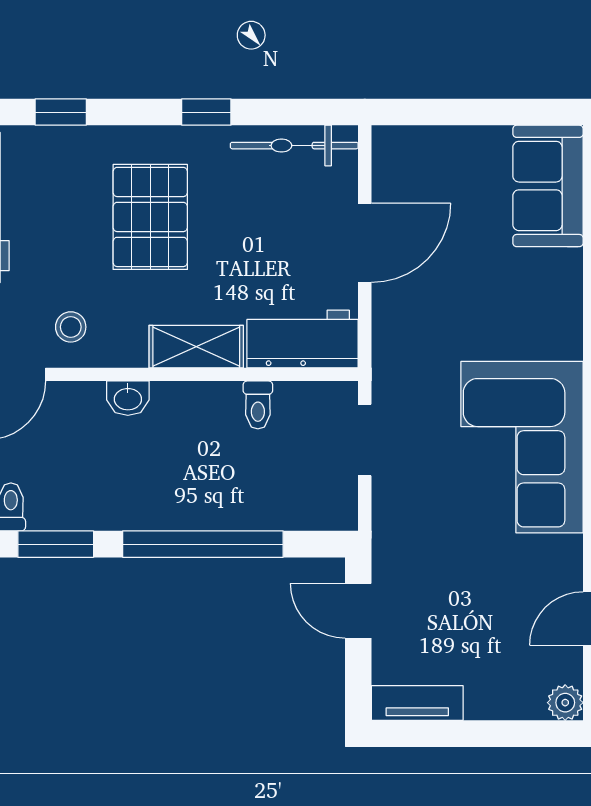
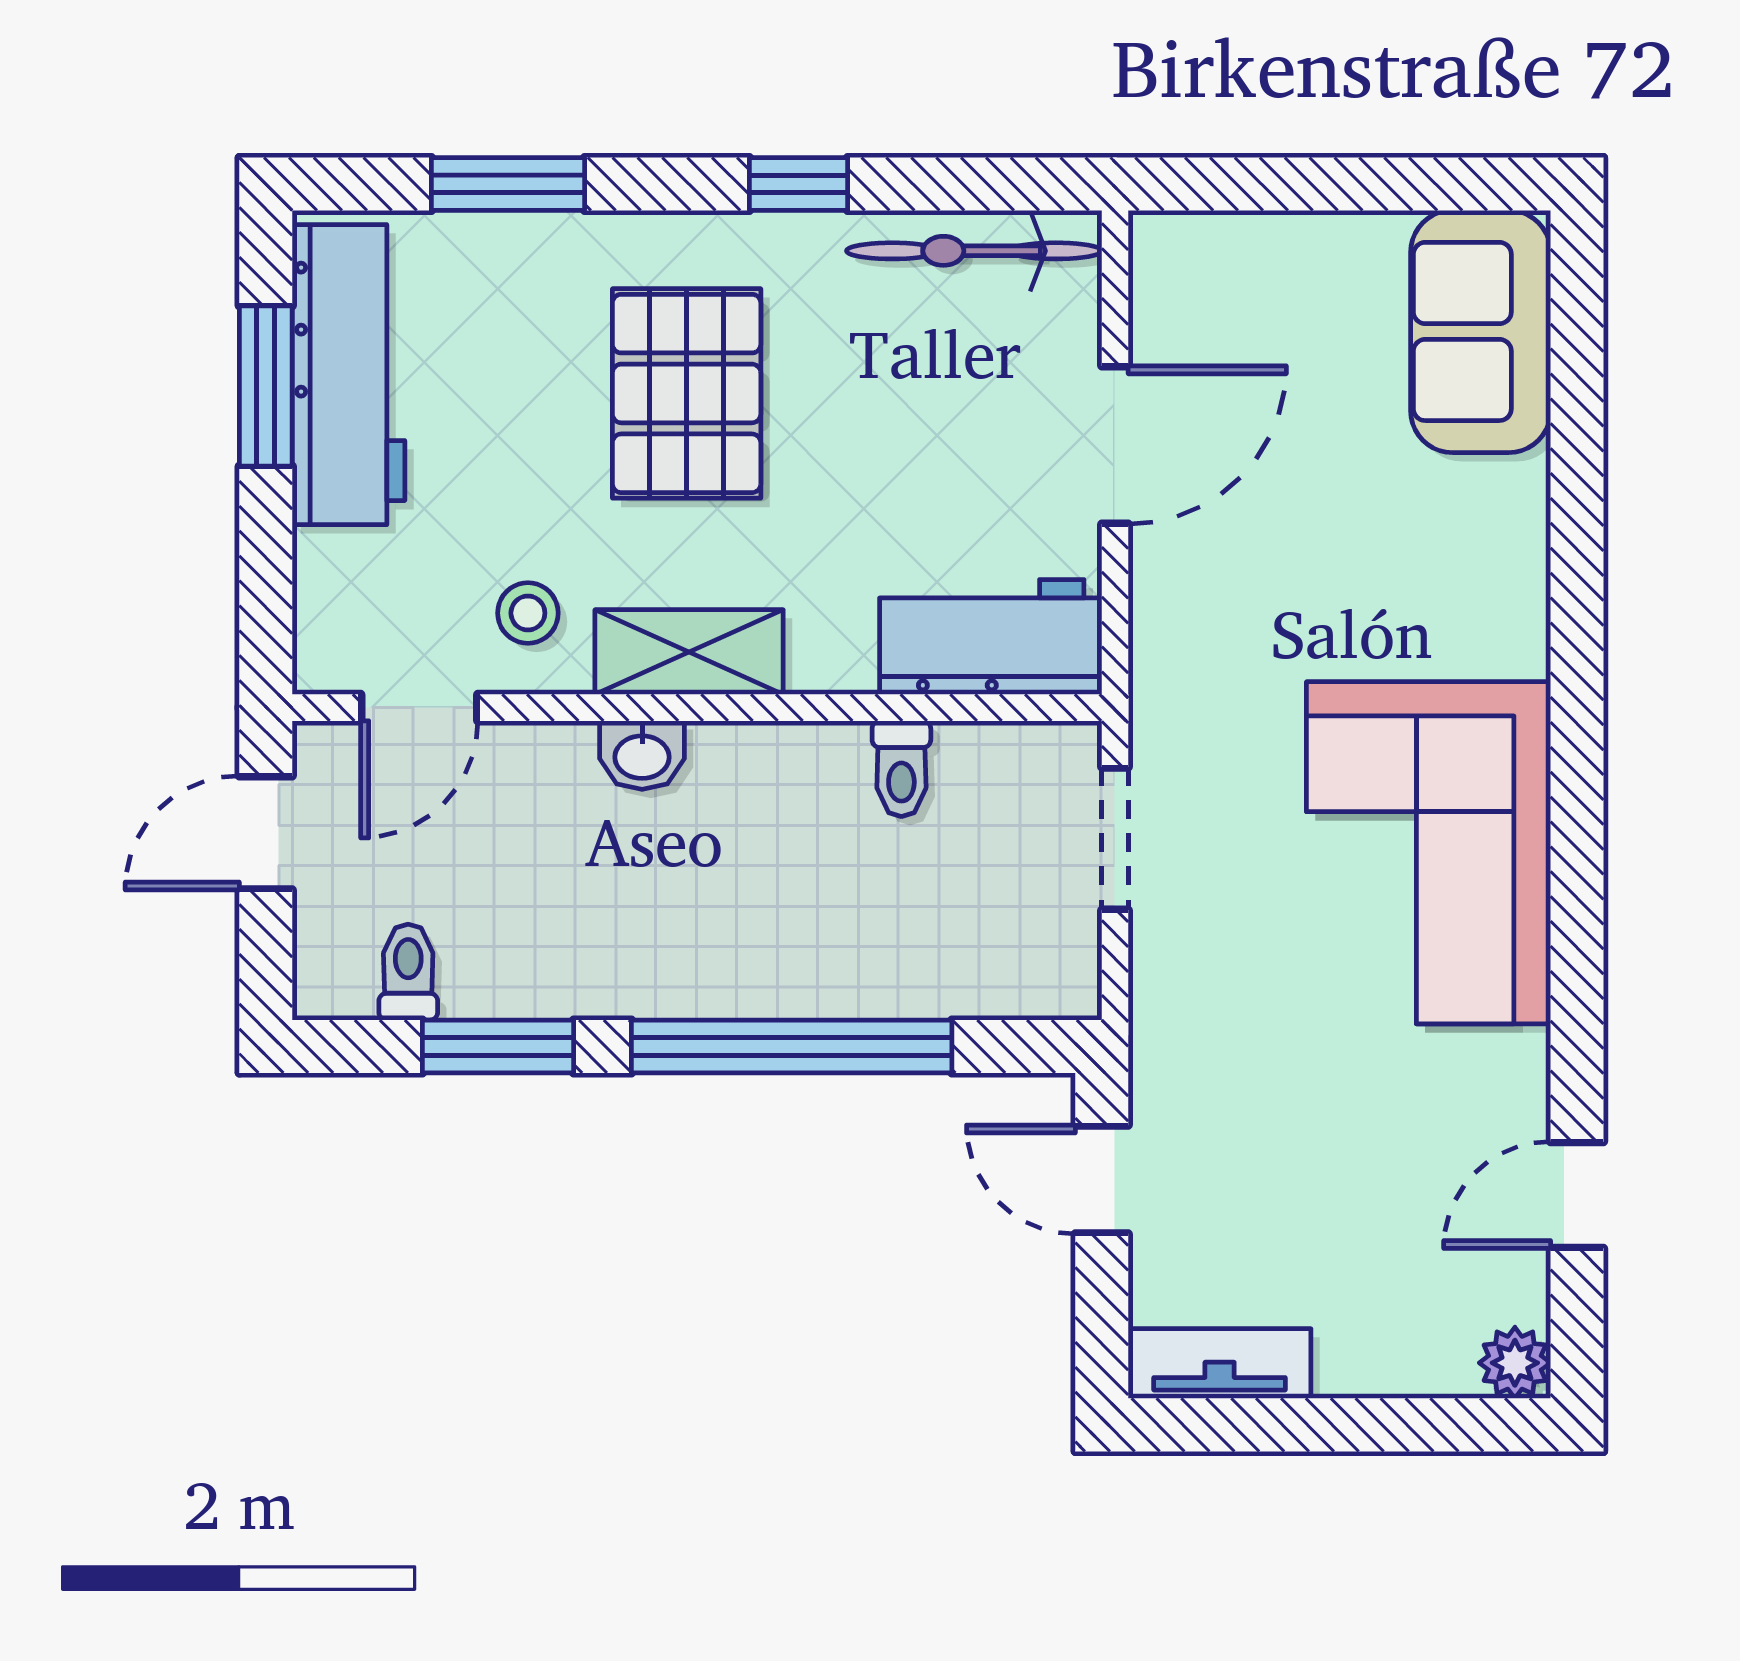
window: (61, 112) -> (508, 184), width x1.50
shelving: (196, 347) -> (689, 652), moved

